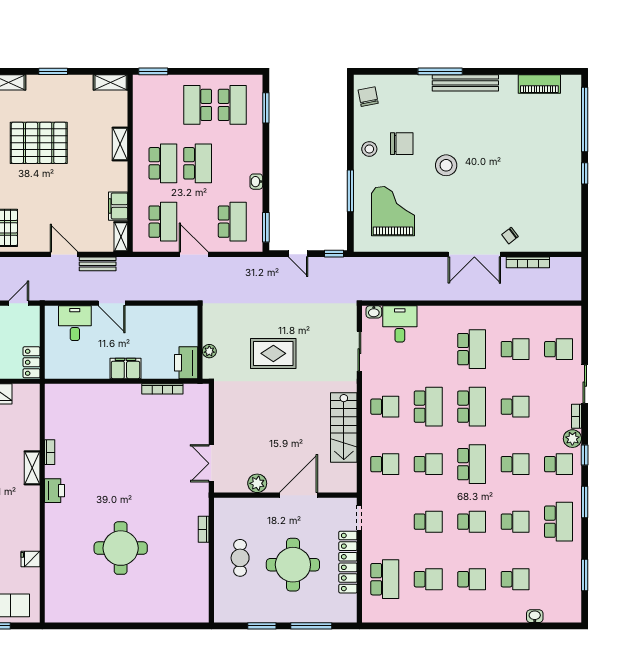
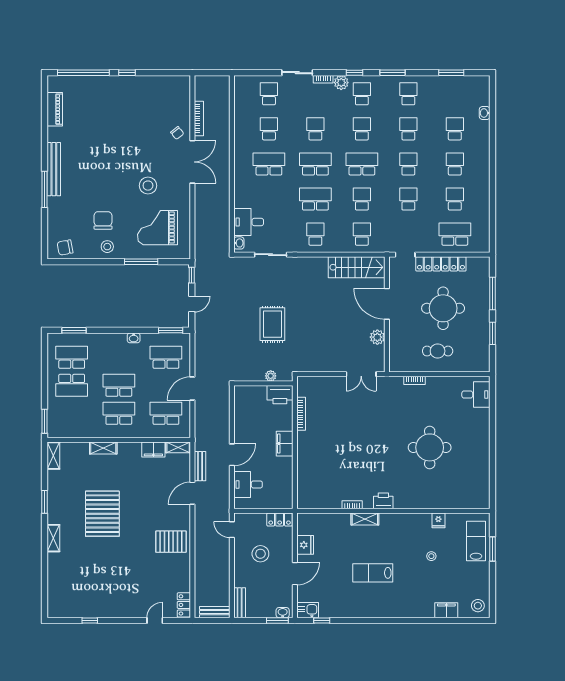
stool: (446, 165) -> (148, 186), moved
stairs: (344, 427) -> (357, 267), moved
school desk: (559, 522) -> (408, 94), width x0.54
desk: (186, 605) -> (476, 395), added

